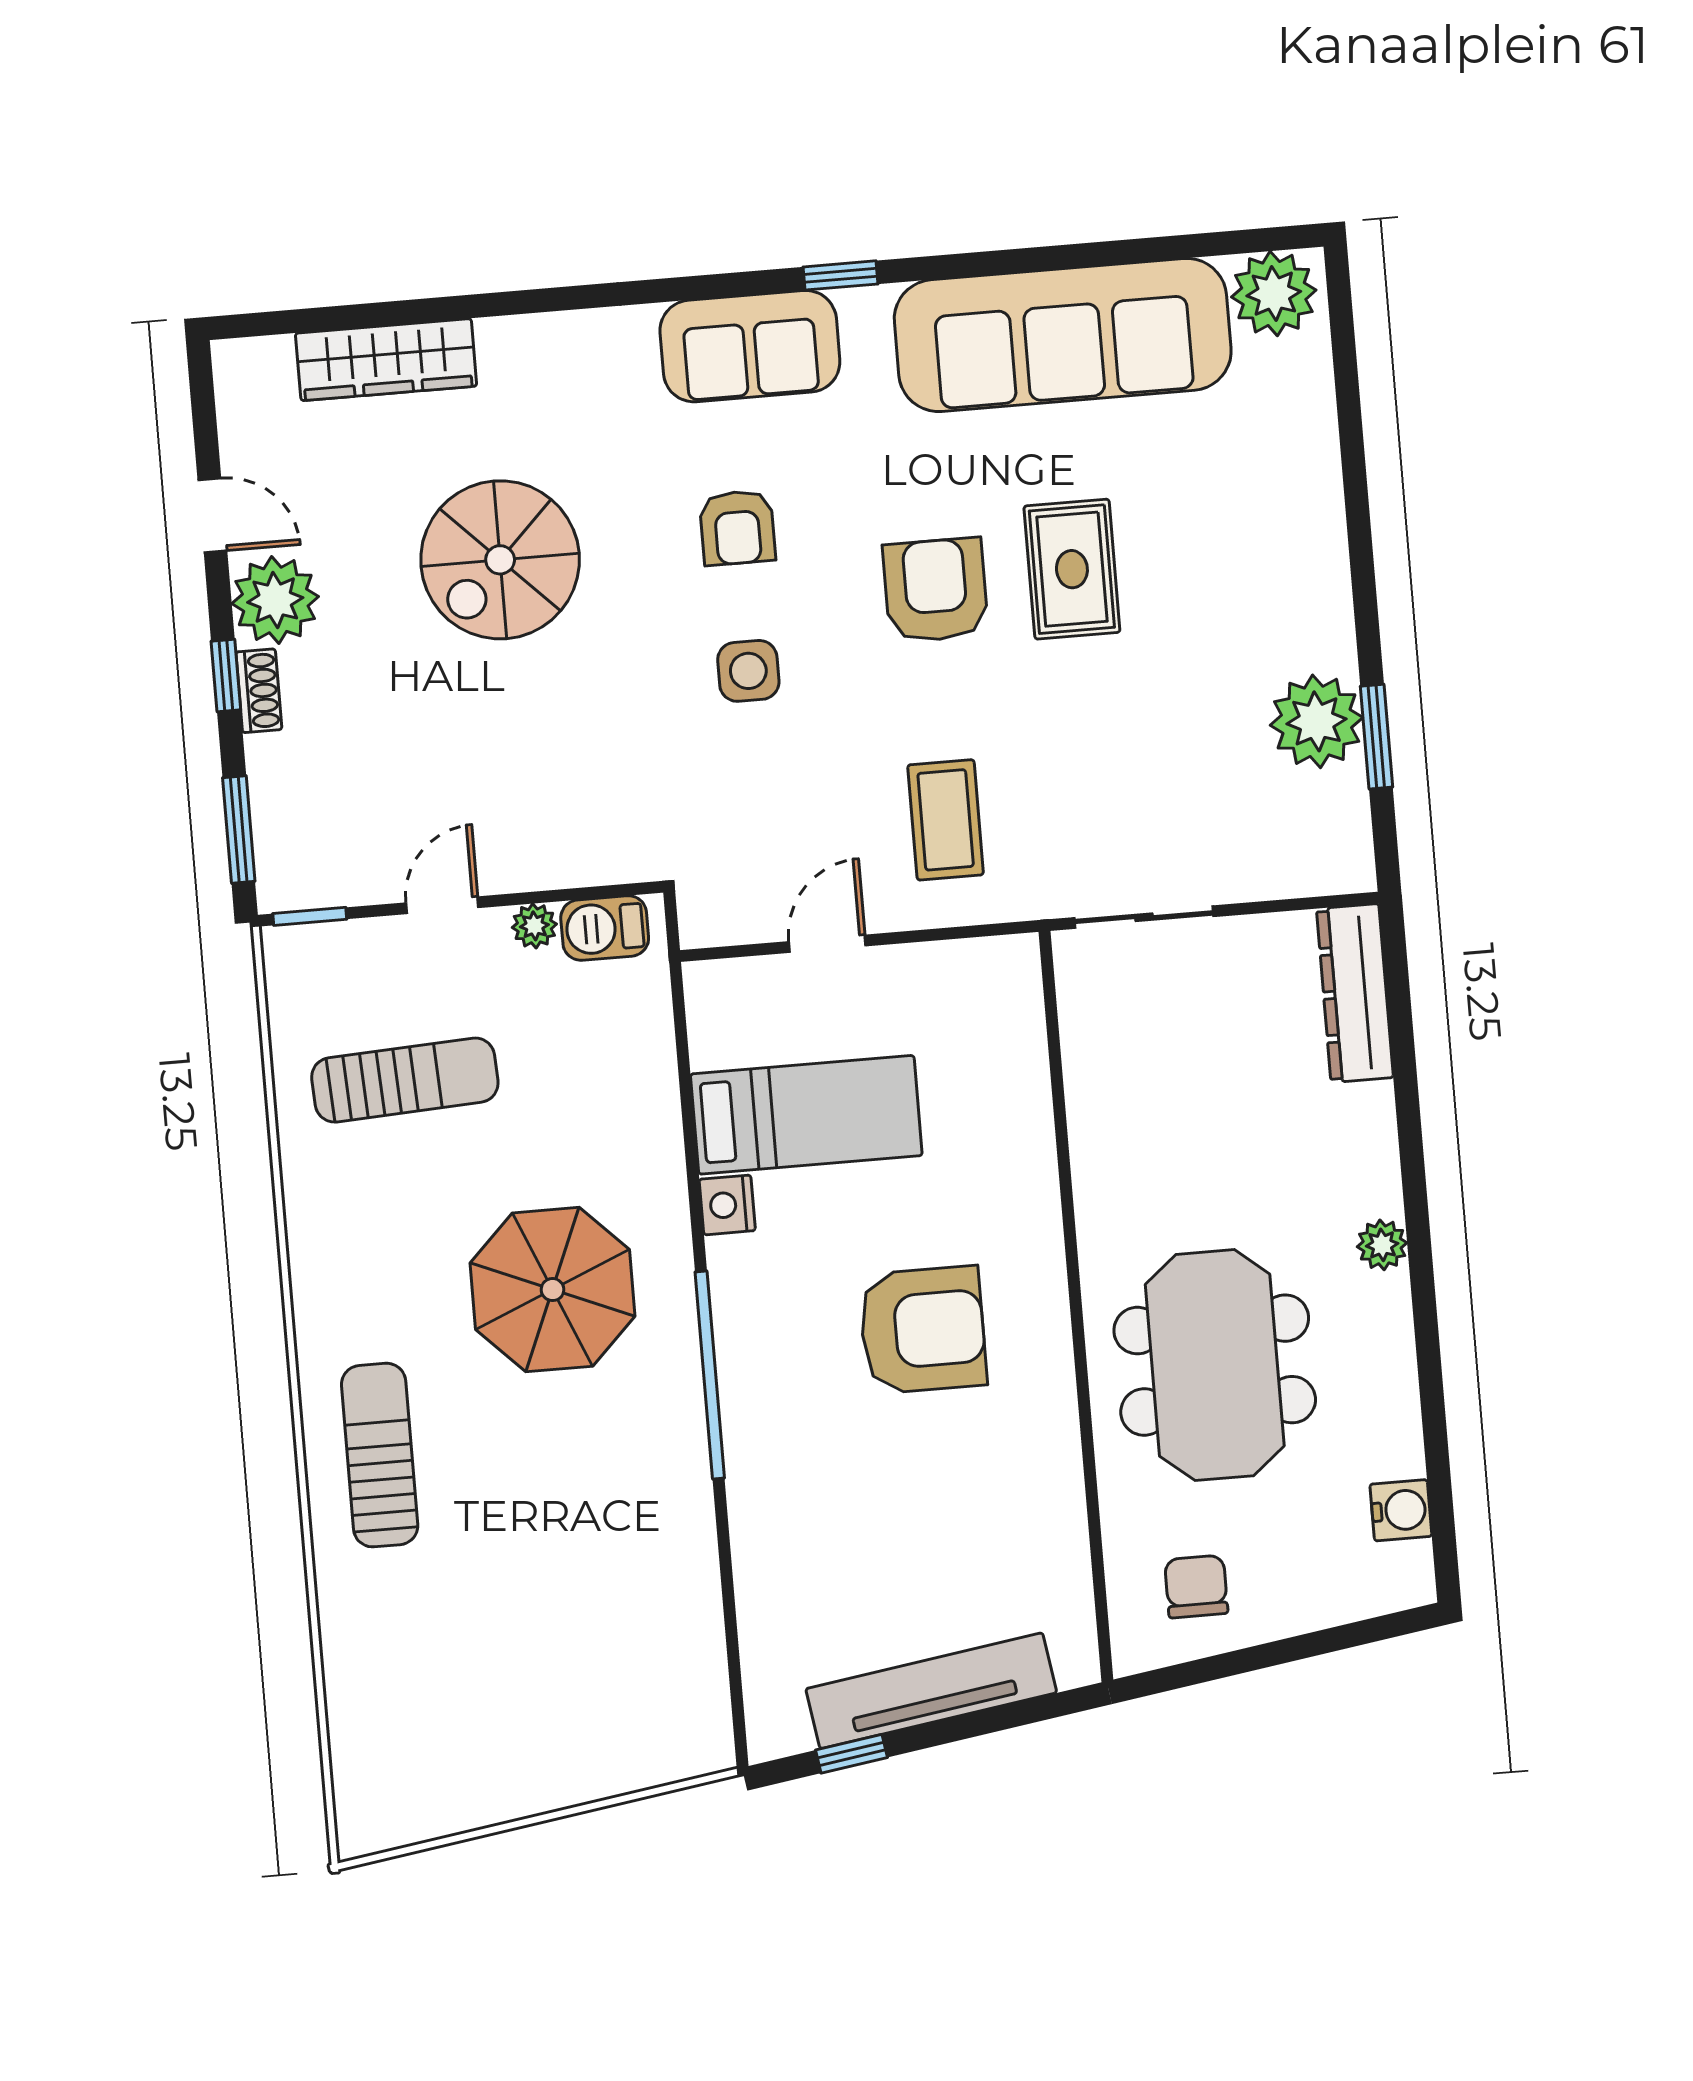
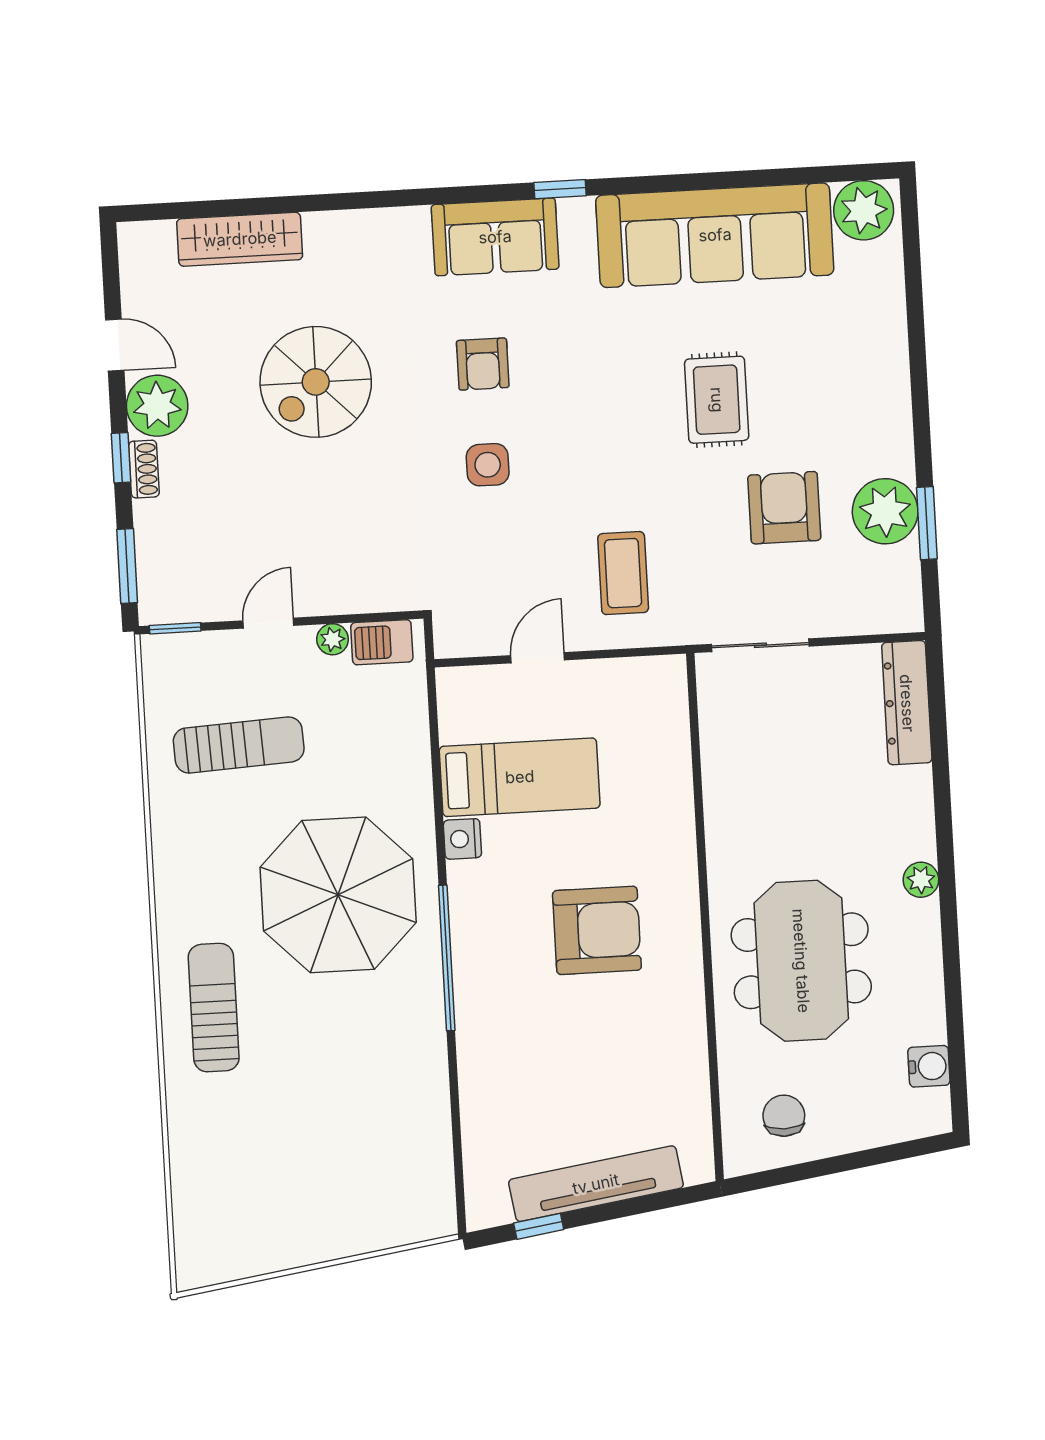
armchair: (935, 590) -> (784, 508), moved
parasol: (553, 1290) -> (338, 895), width x1.36, depth x1.36

